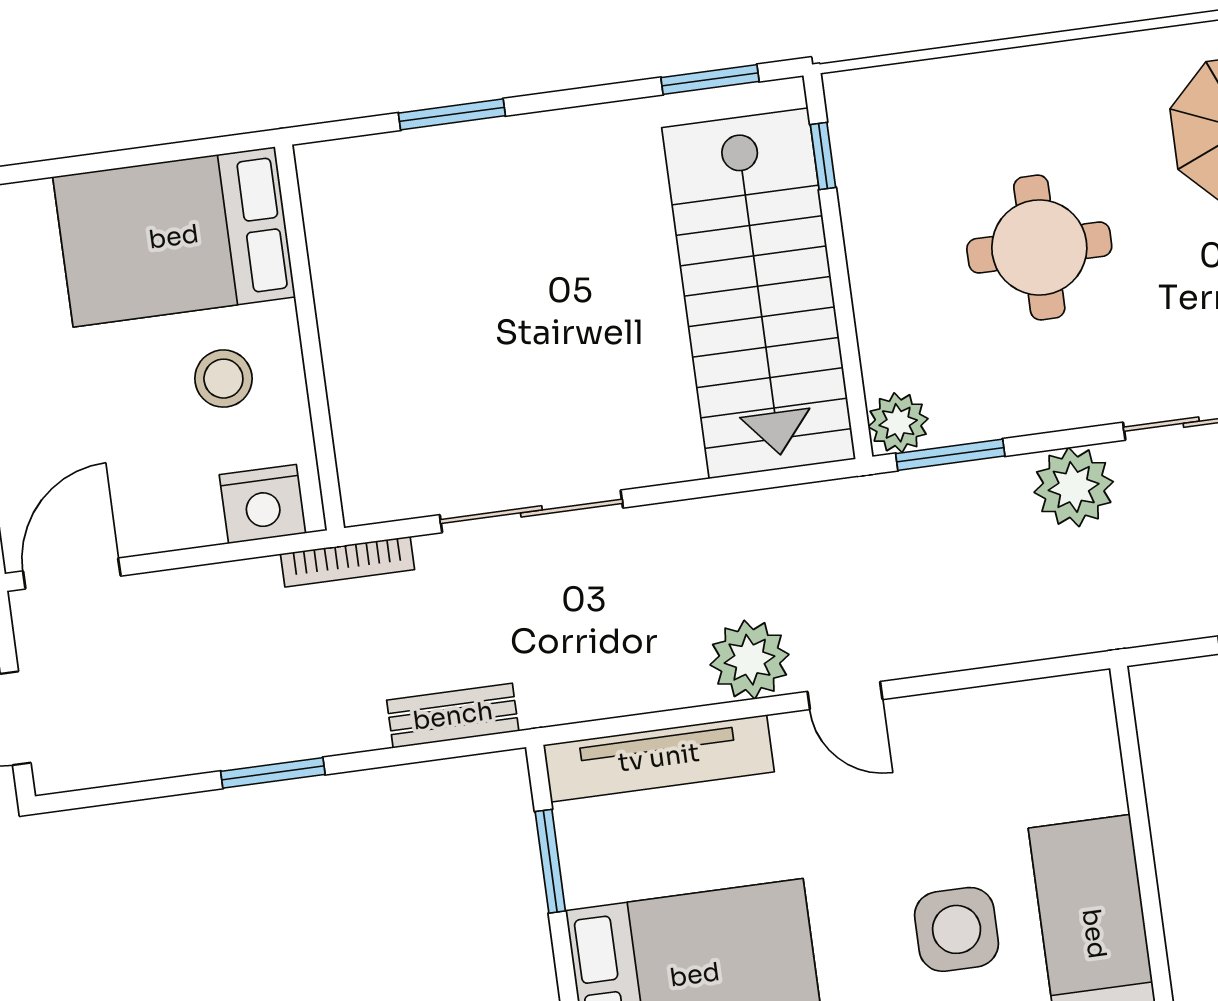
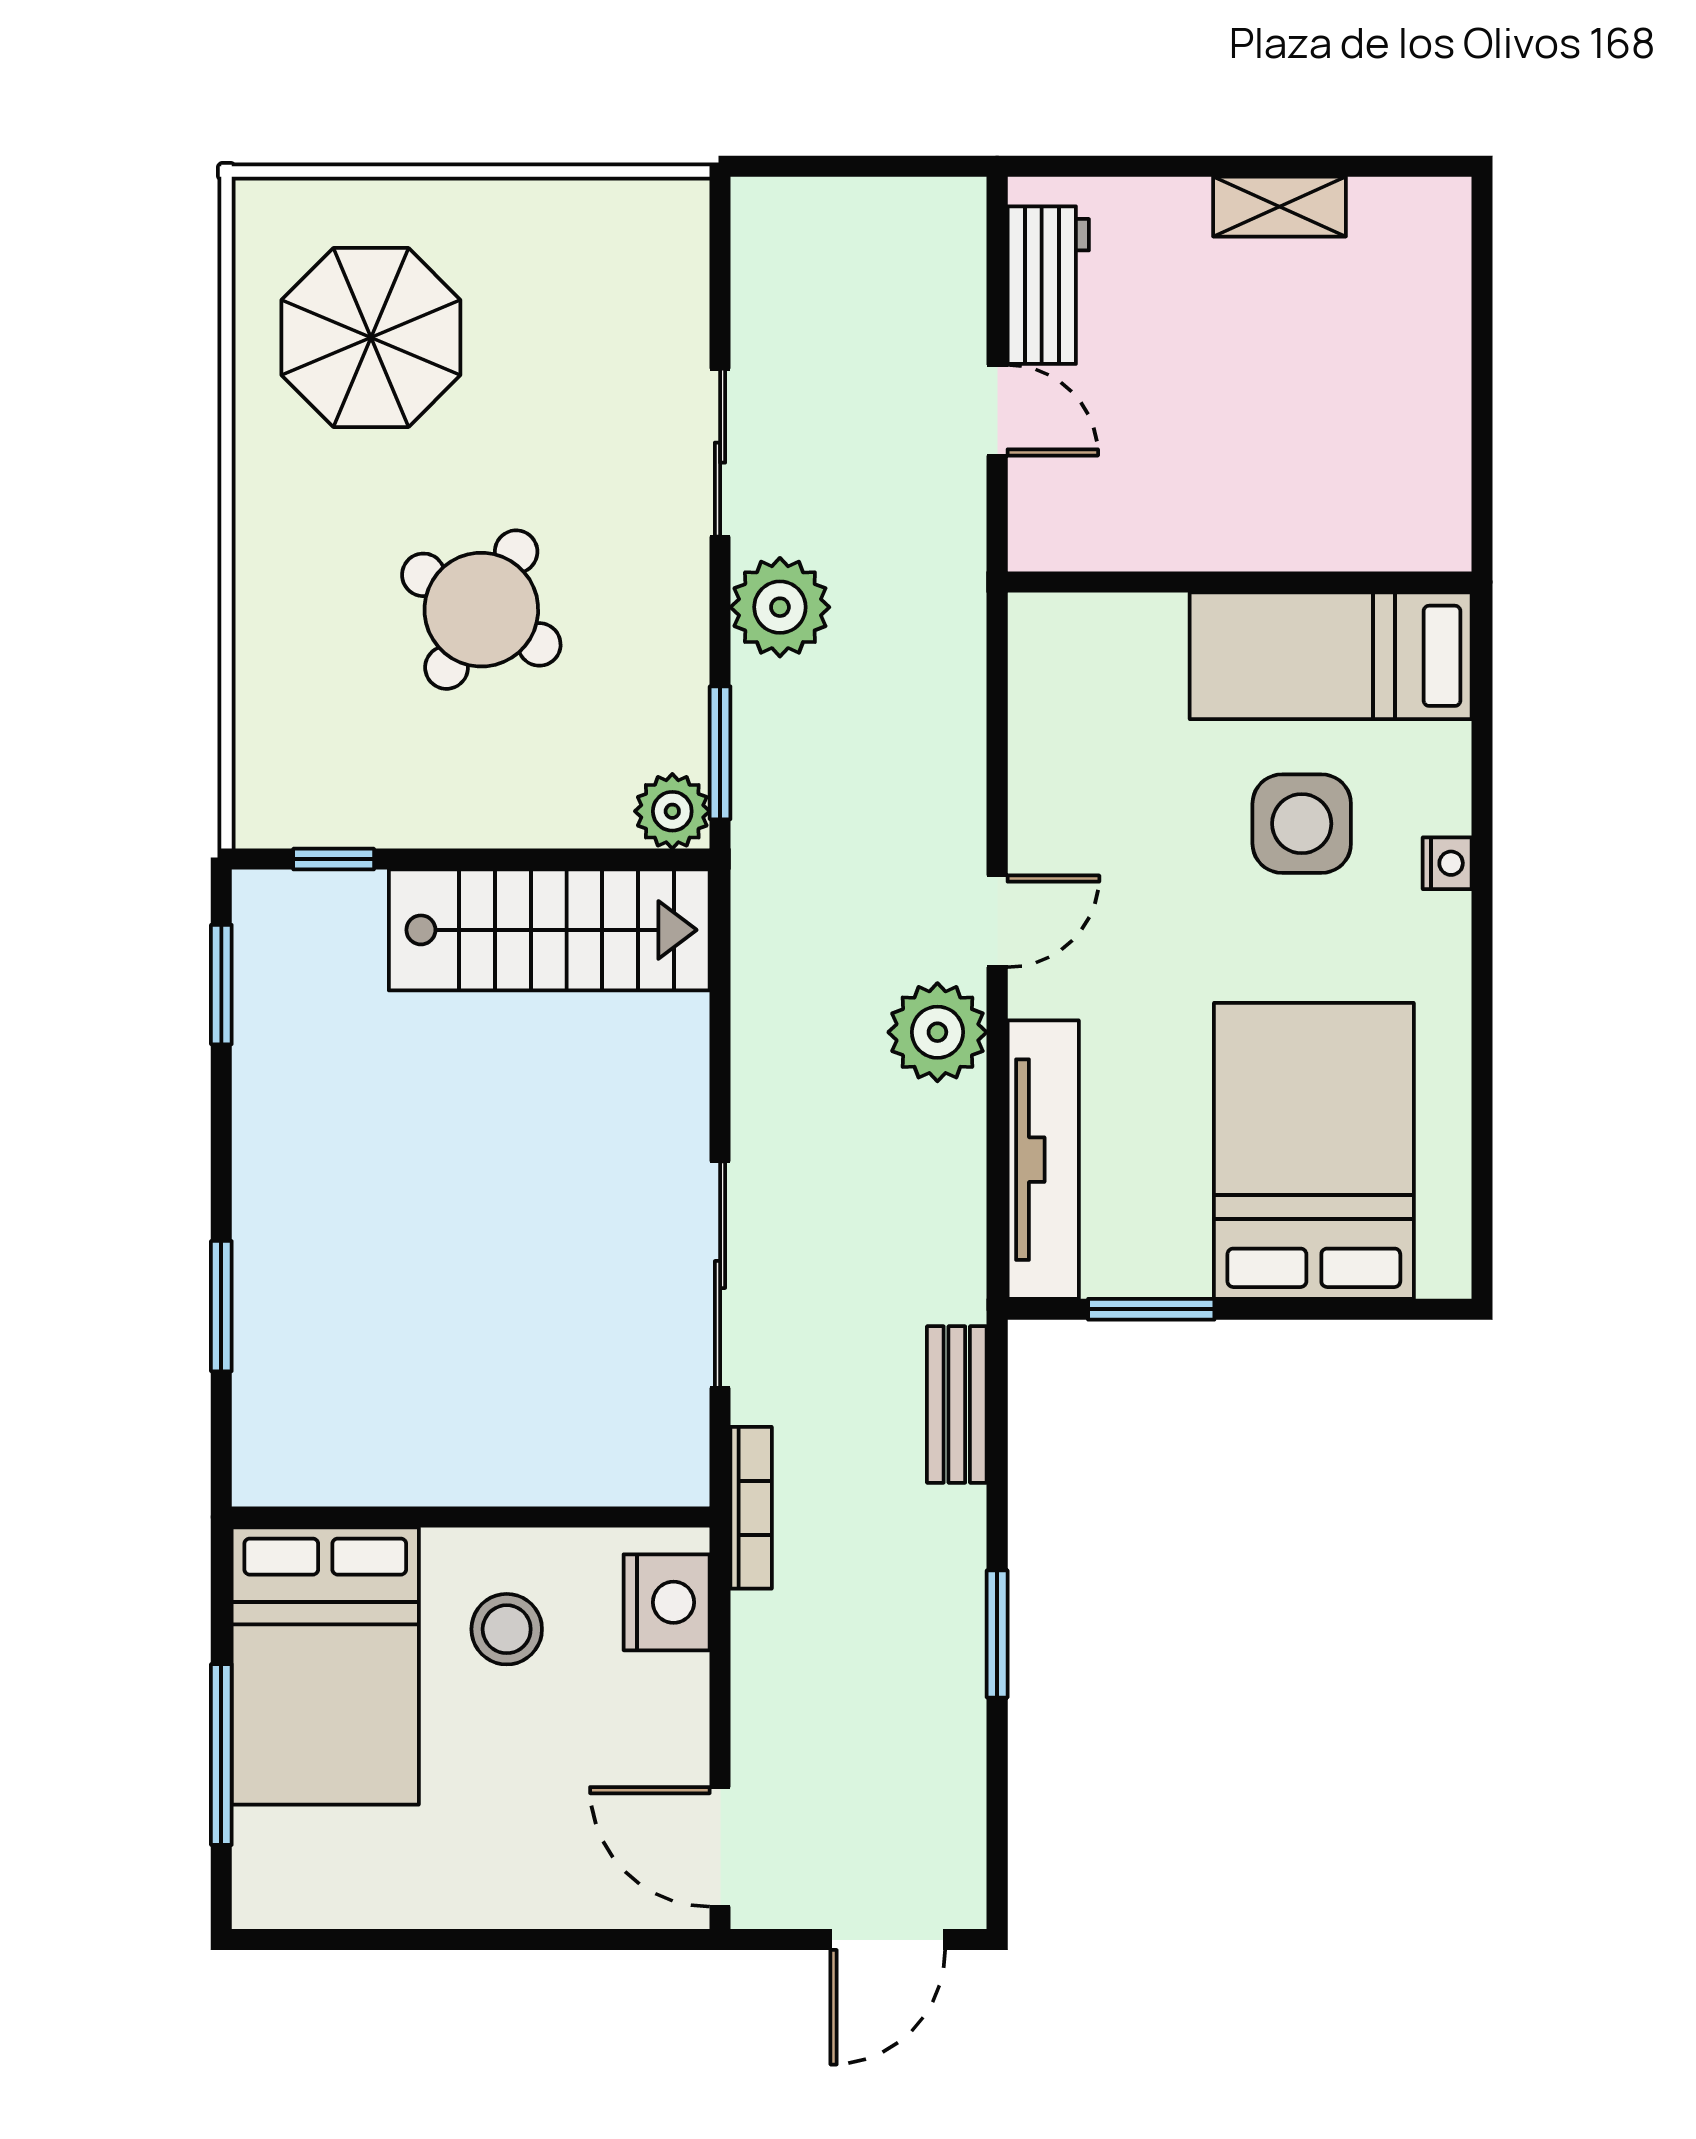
window: (92, 163) -> (221, 1755), added
round table: (1039, 248) -> (481, 610), turned 31
stairs: (759, 293) -> (549, 930), width x0.73, depth x0.66

